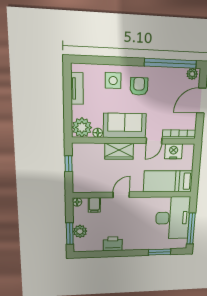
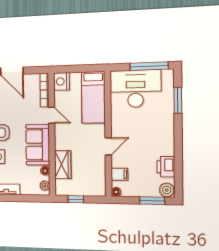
plant: (82, 127) -> (45, 186), width x0.53, depth x0.53
wardrobe: (119, 151) -> (63, 165), moved
nightstand: (174, 151) -> (62, 81), moved
door: (121, 195) -> (108, 146), swing flipped
plant: (80, 231) -> (167, 190), moved
printer: (113, 244) -> (166, 167), moved

